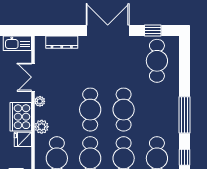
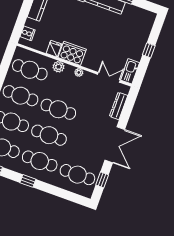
double door: (33, 77) -> (109, 77), moved
cafe table: (157, 110) -> (40, 161), added
window: (185, 115) -> (28, 181), width x0.46

